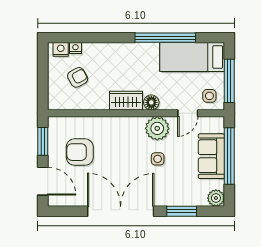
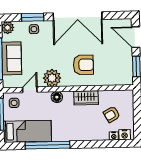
wardrobe: (126, 101) -> (86, 98), moved
armchair: (80, 152) -> (83, 65), moved
side table: (158, 159) -> (34, 29), moved

